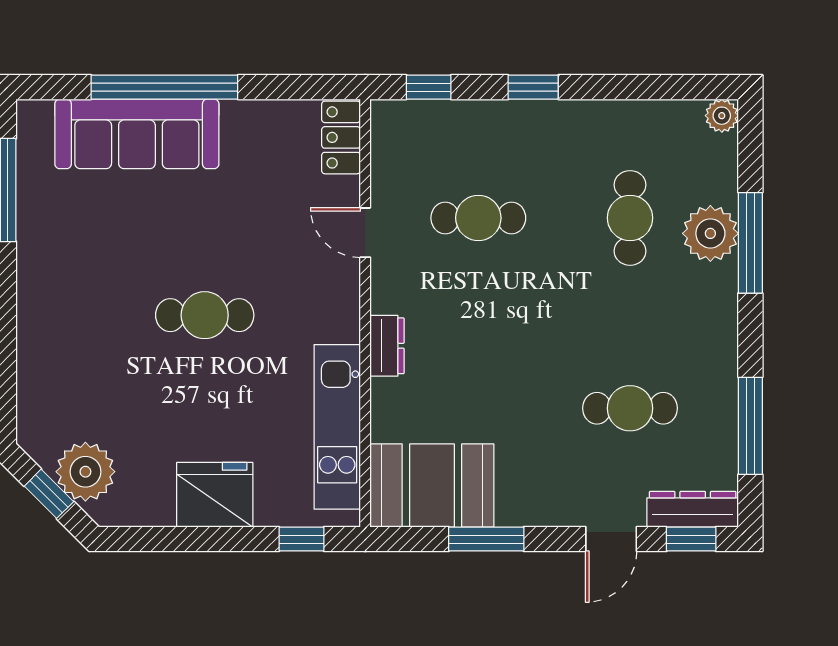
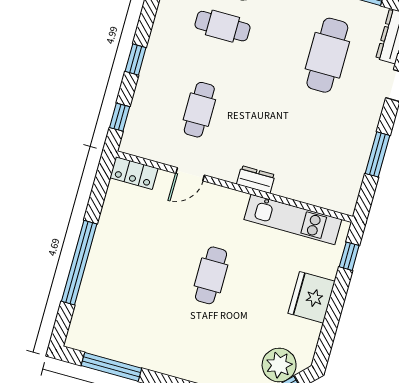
sofa: (137, 134) -> (101, 285), removed
cafe table: (630, 408) -> (327, 55), width x1.37, depth x1.35
booth: (432, 486) -> (340, 176), removed

